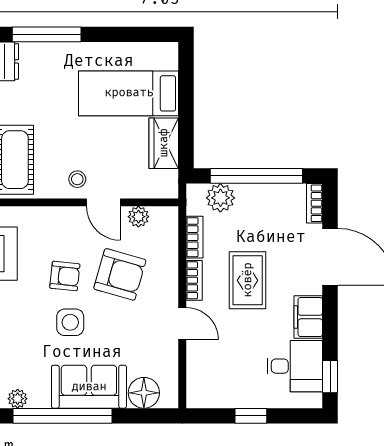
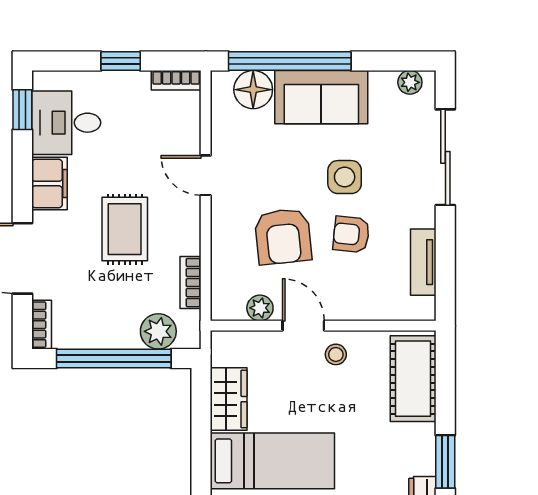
armchair: (120, 274) -> (283, 236), turned -112
bookcase: (194, 280) -> (176, 80), moved, turned -90
window: (63, 416) -> (290, 61), moved

